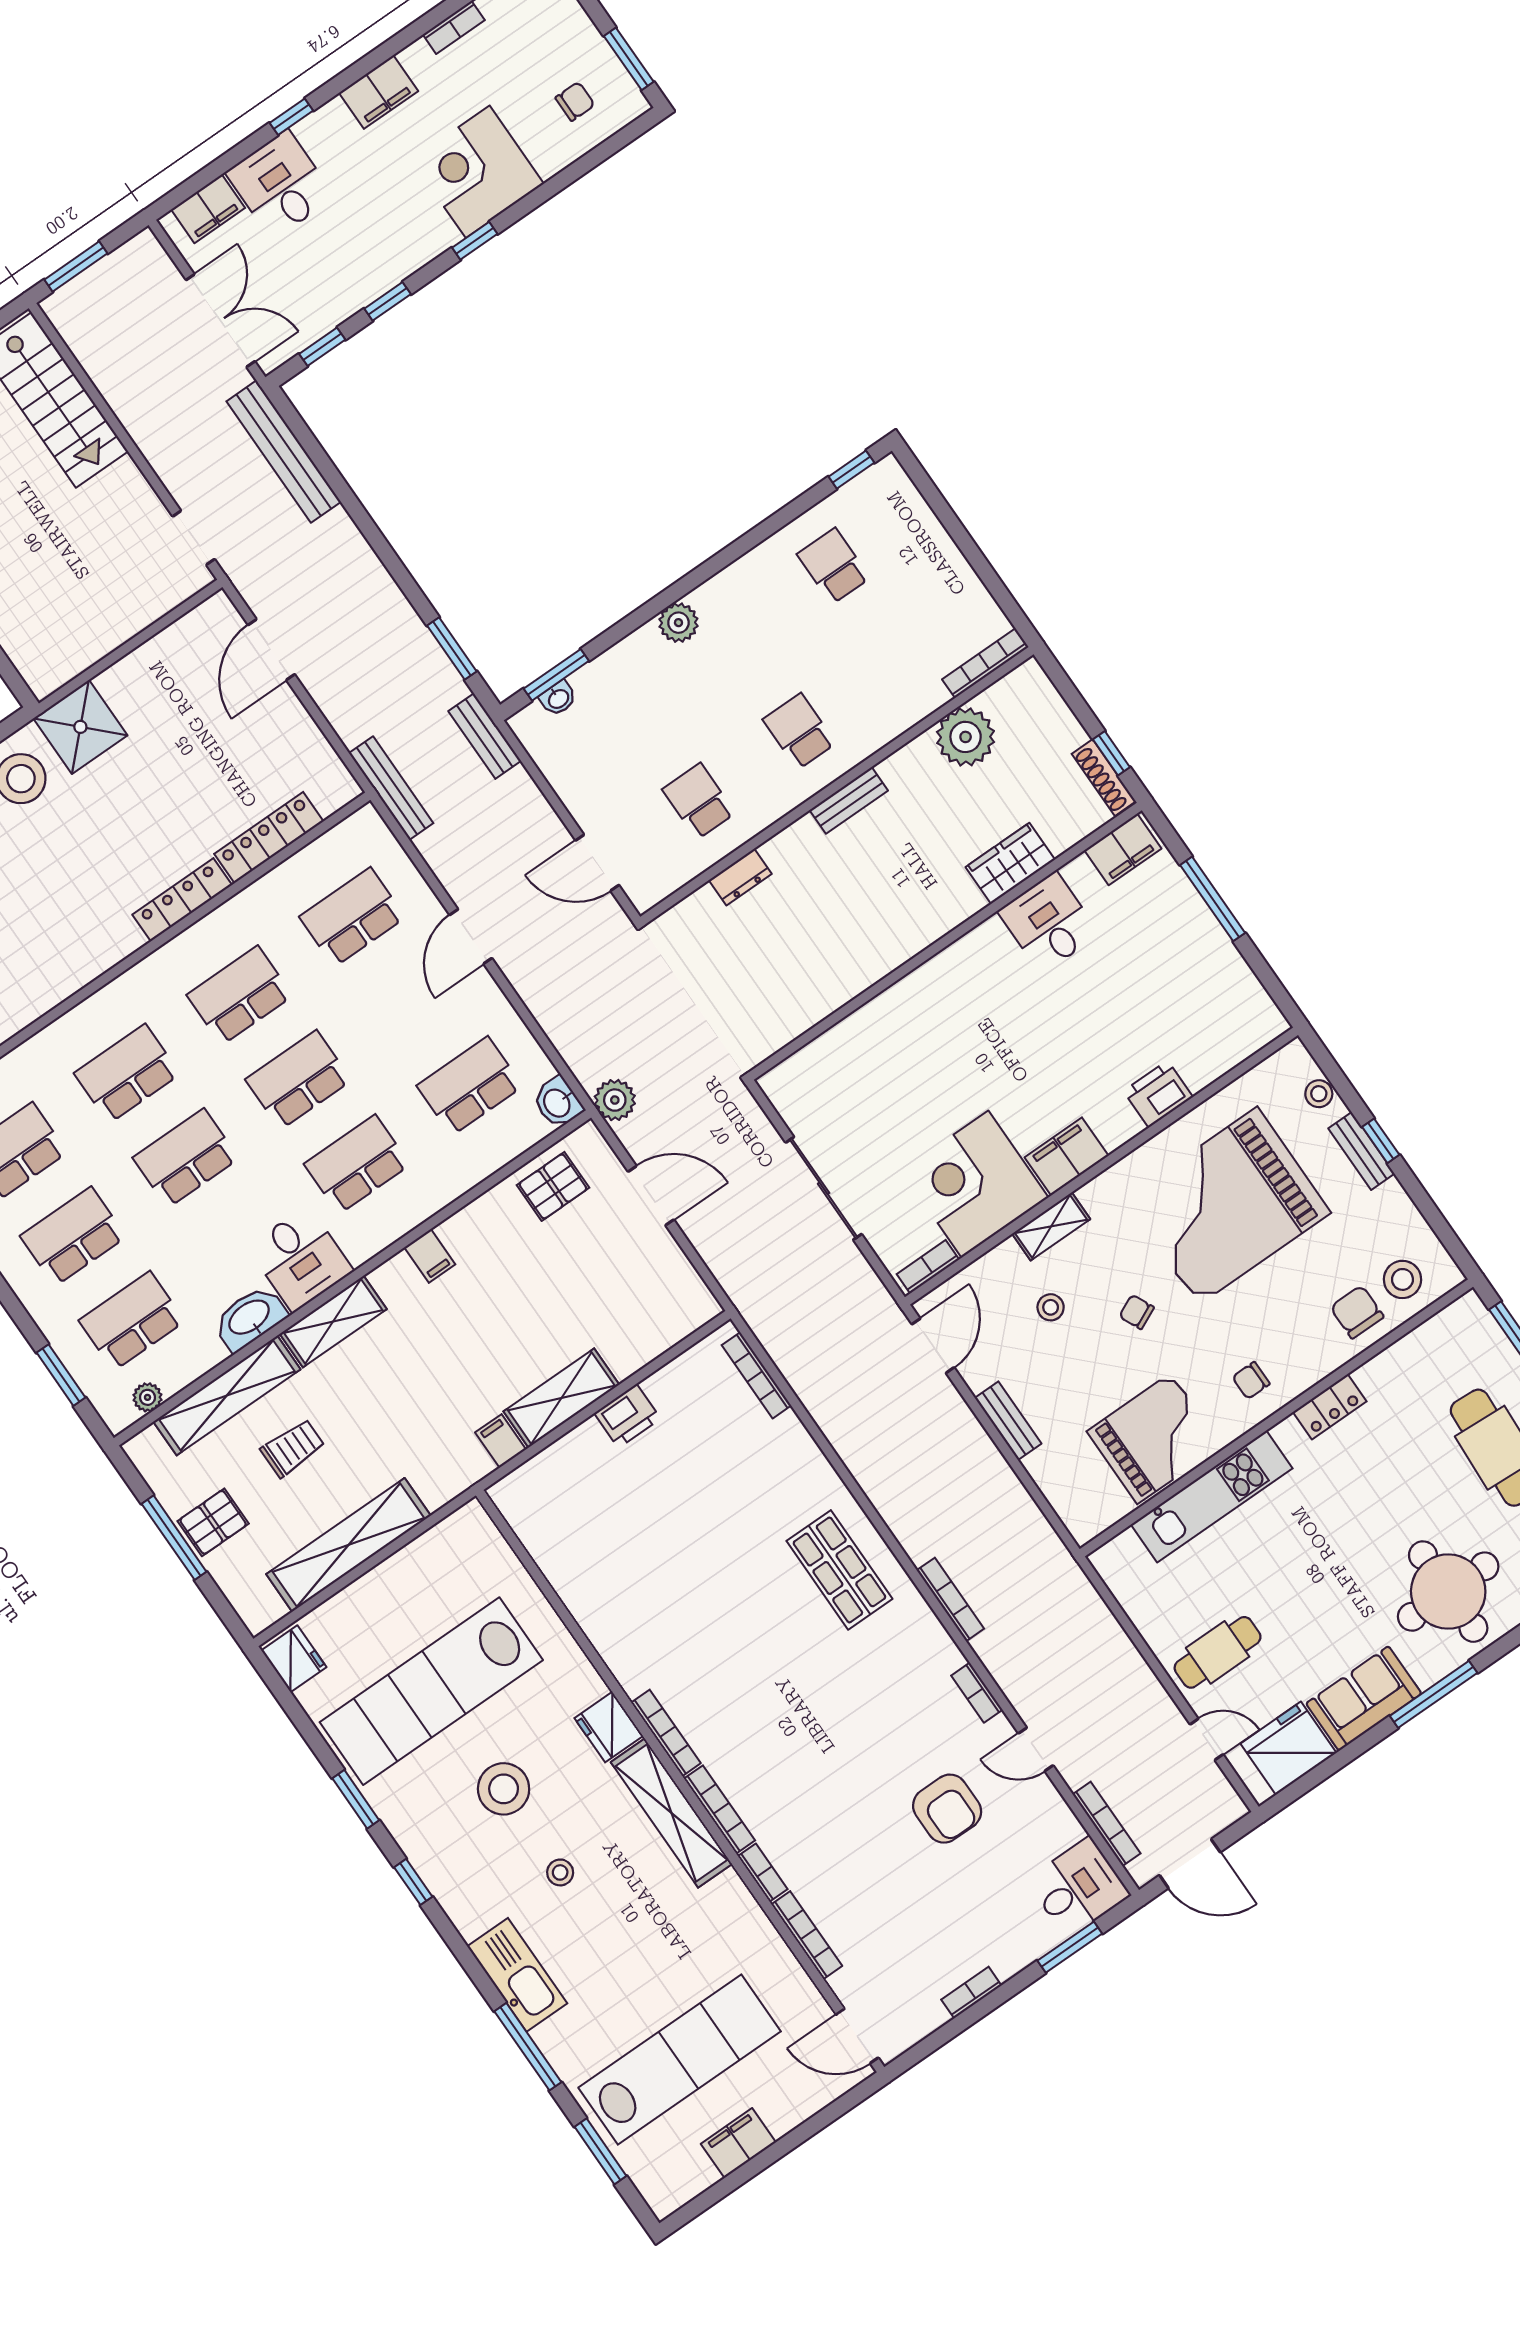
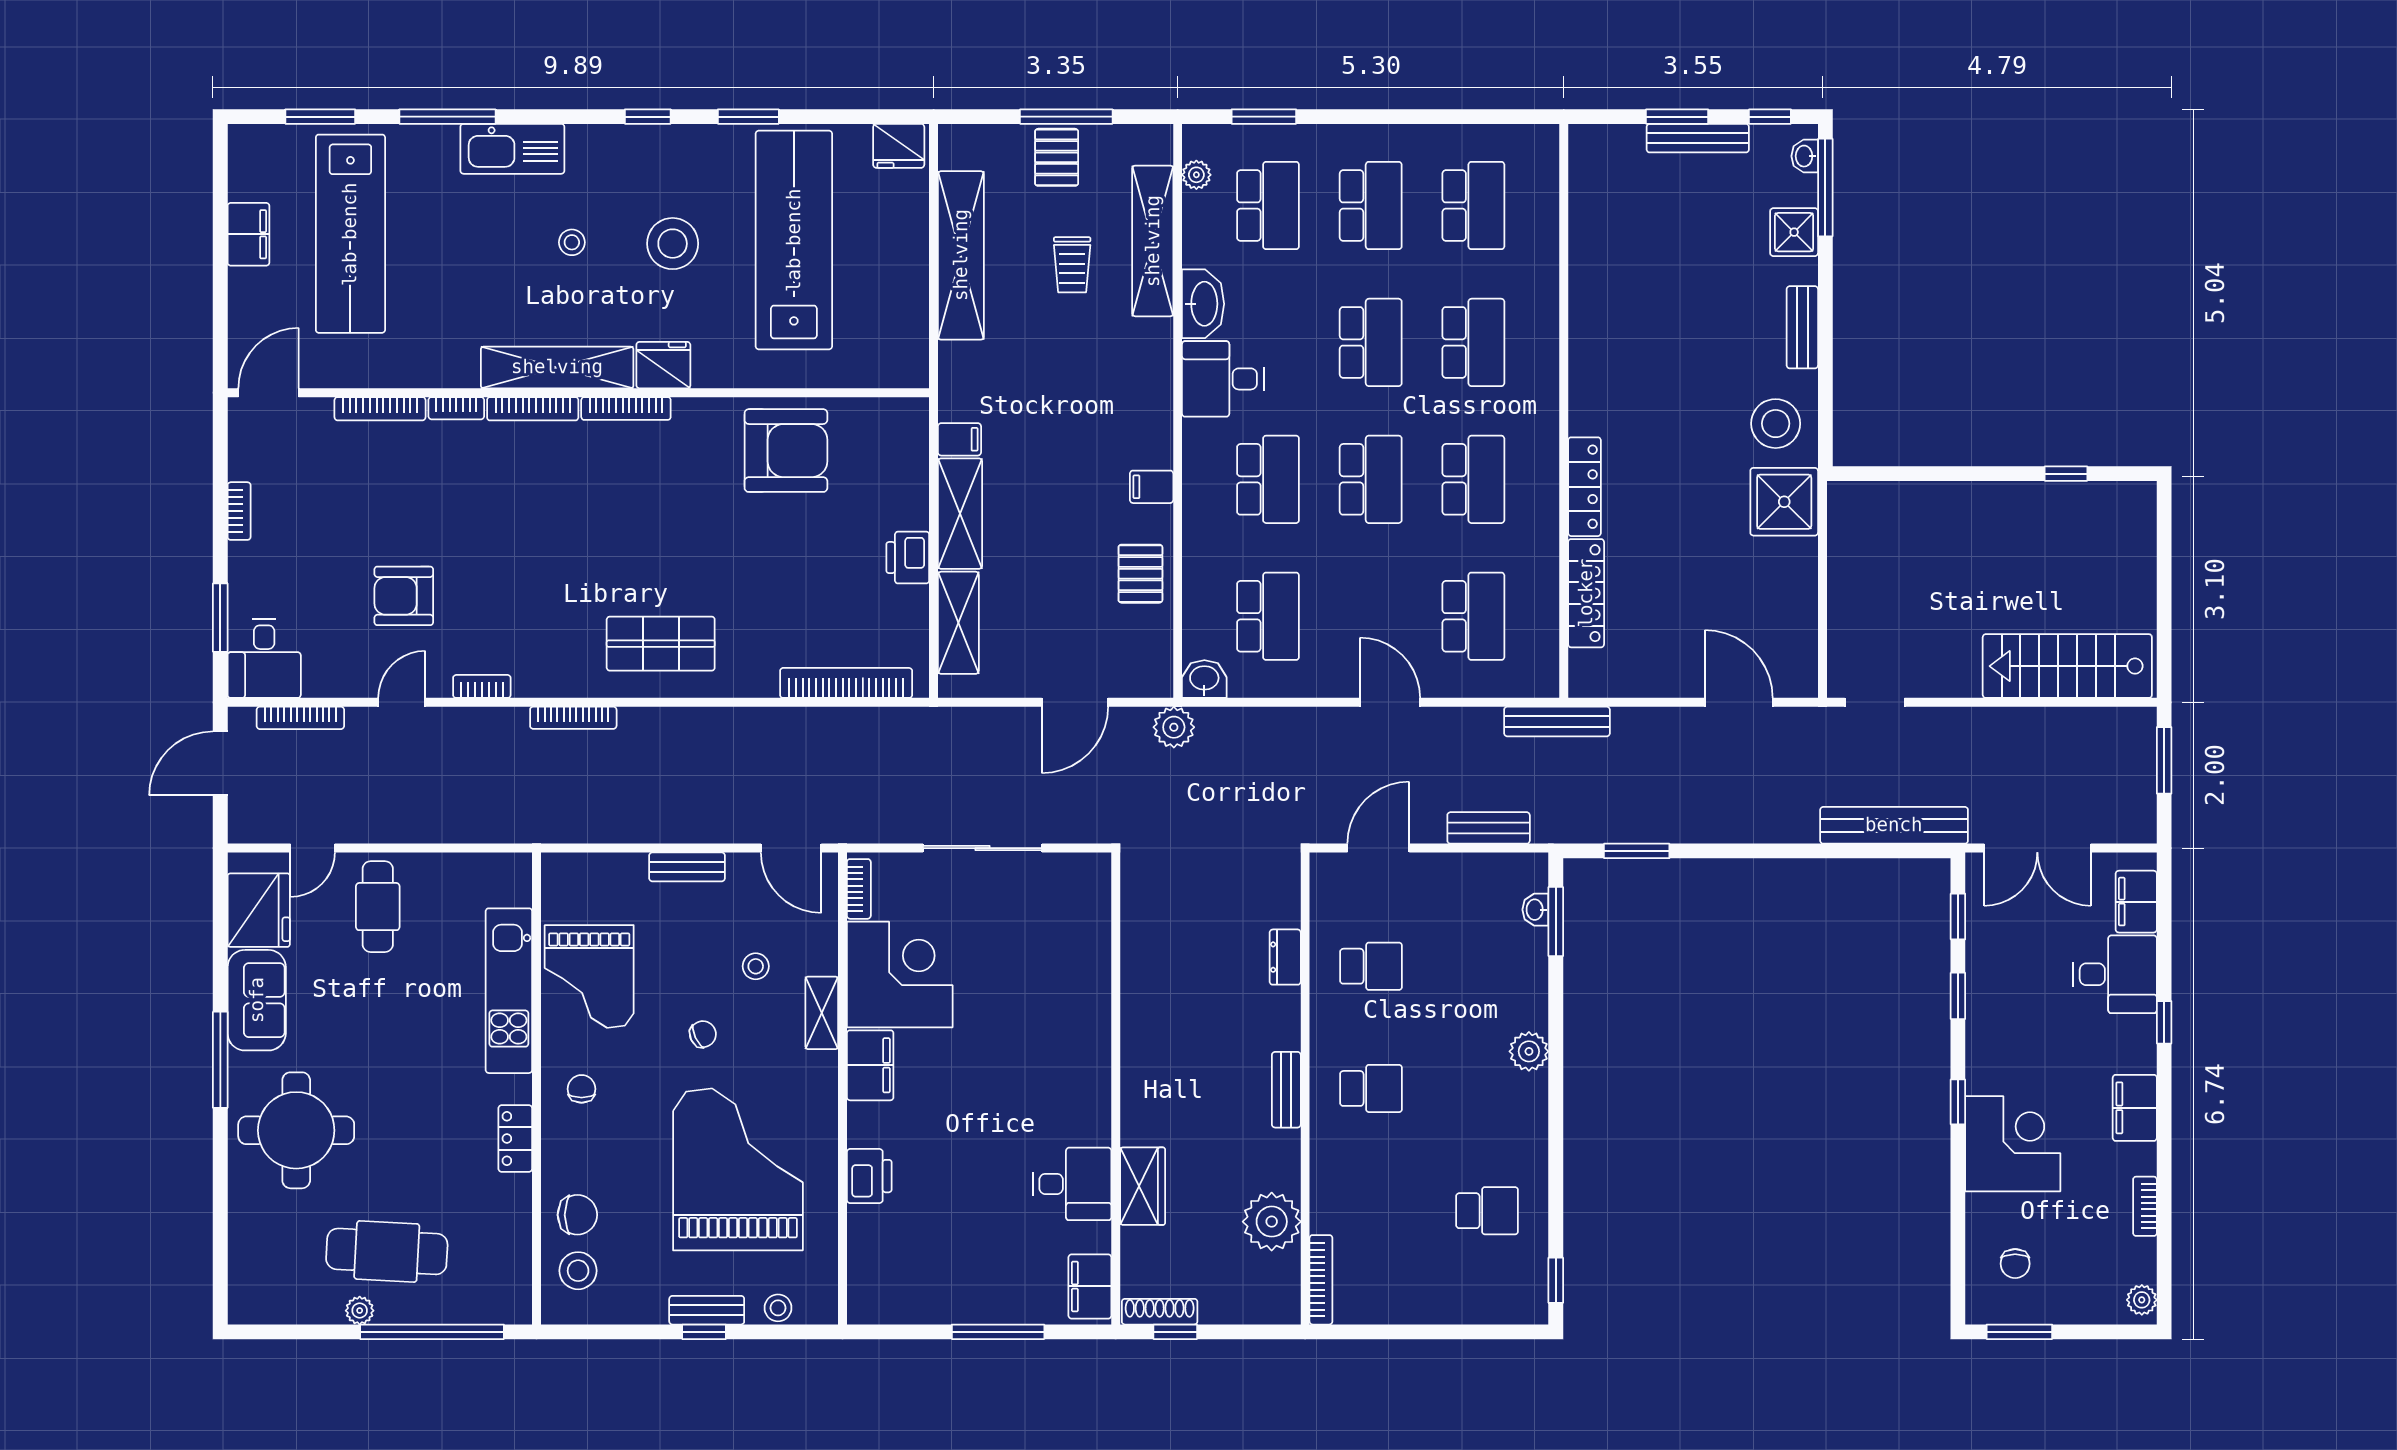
bench: (485, 736) -> (1489, 828), moved
pallet: (553, 1186) -> (1140, 574), moved
shelving: (333, 1321) -> (958, 623), moved
bookcase: (756, 1375) -> (846, 683), width x1.48, depth x1.31
armchair: (609, 1577) -> (786, 451), added

